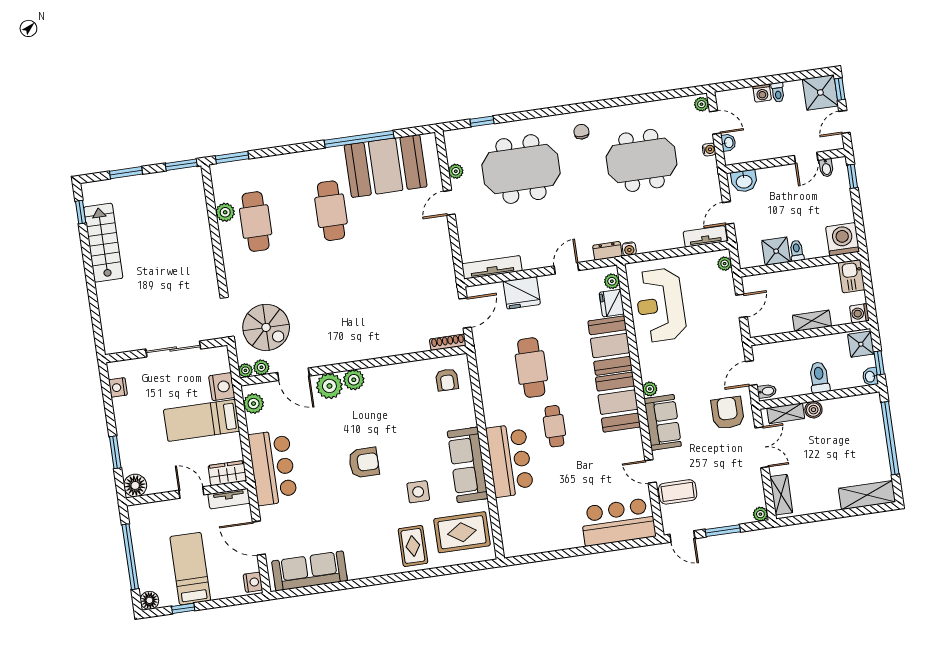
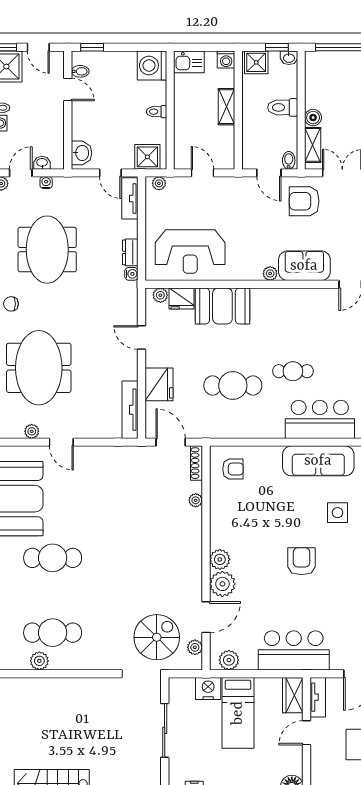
dresser: (607, 251) -> (130, 252), moved
shower: (776, 251) -> (147, 157), moved
plant: (245, 370) -> (196, 500), moved
booth: (618, 402) -> (278, 306), removed

